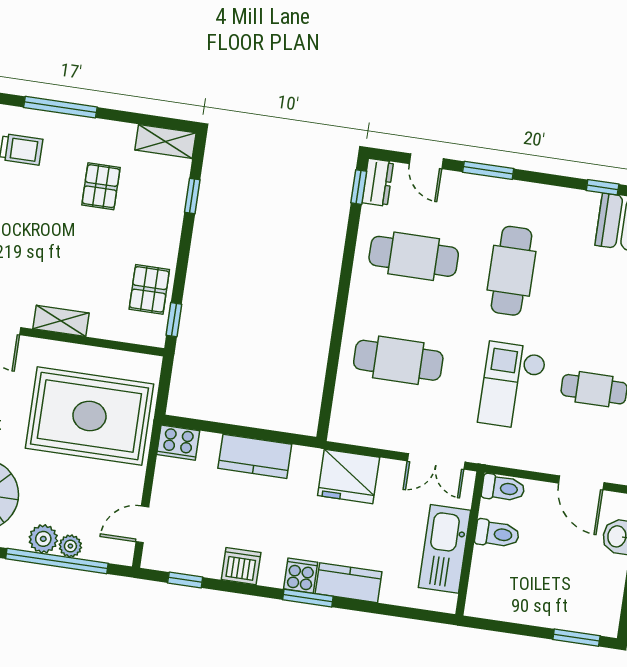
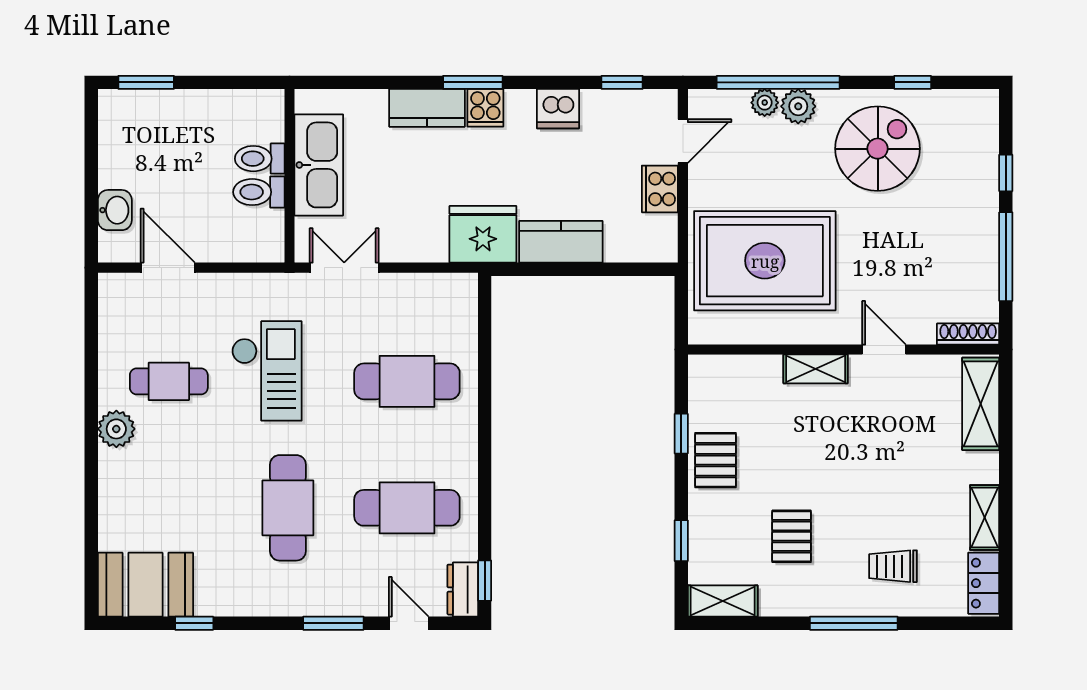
pallet: (149, 289) -> (716, 460), moved
window: (174, 320) -> (681, 434), moved
cooker: (178, 443) -> (660, 189), moved, turned -90
fridge: (349, 476) -> (483, 234), moved
toilet: (503, 488) -> (260, 159), moved

